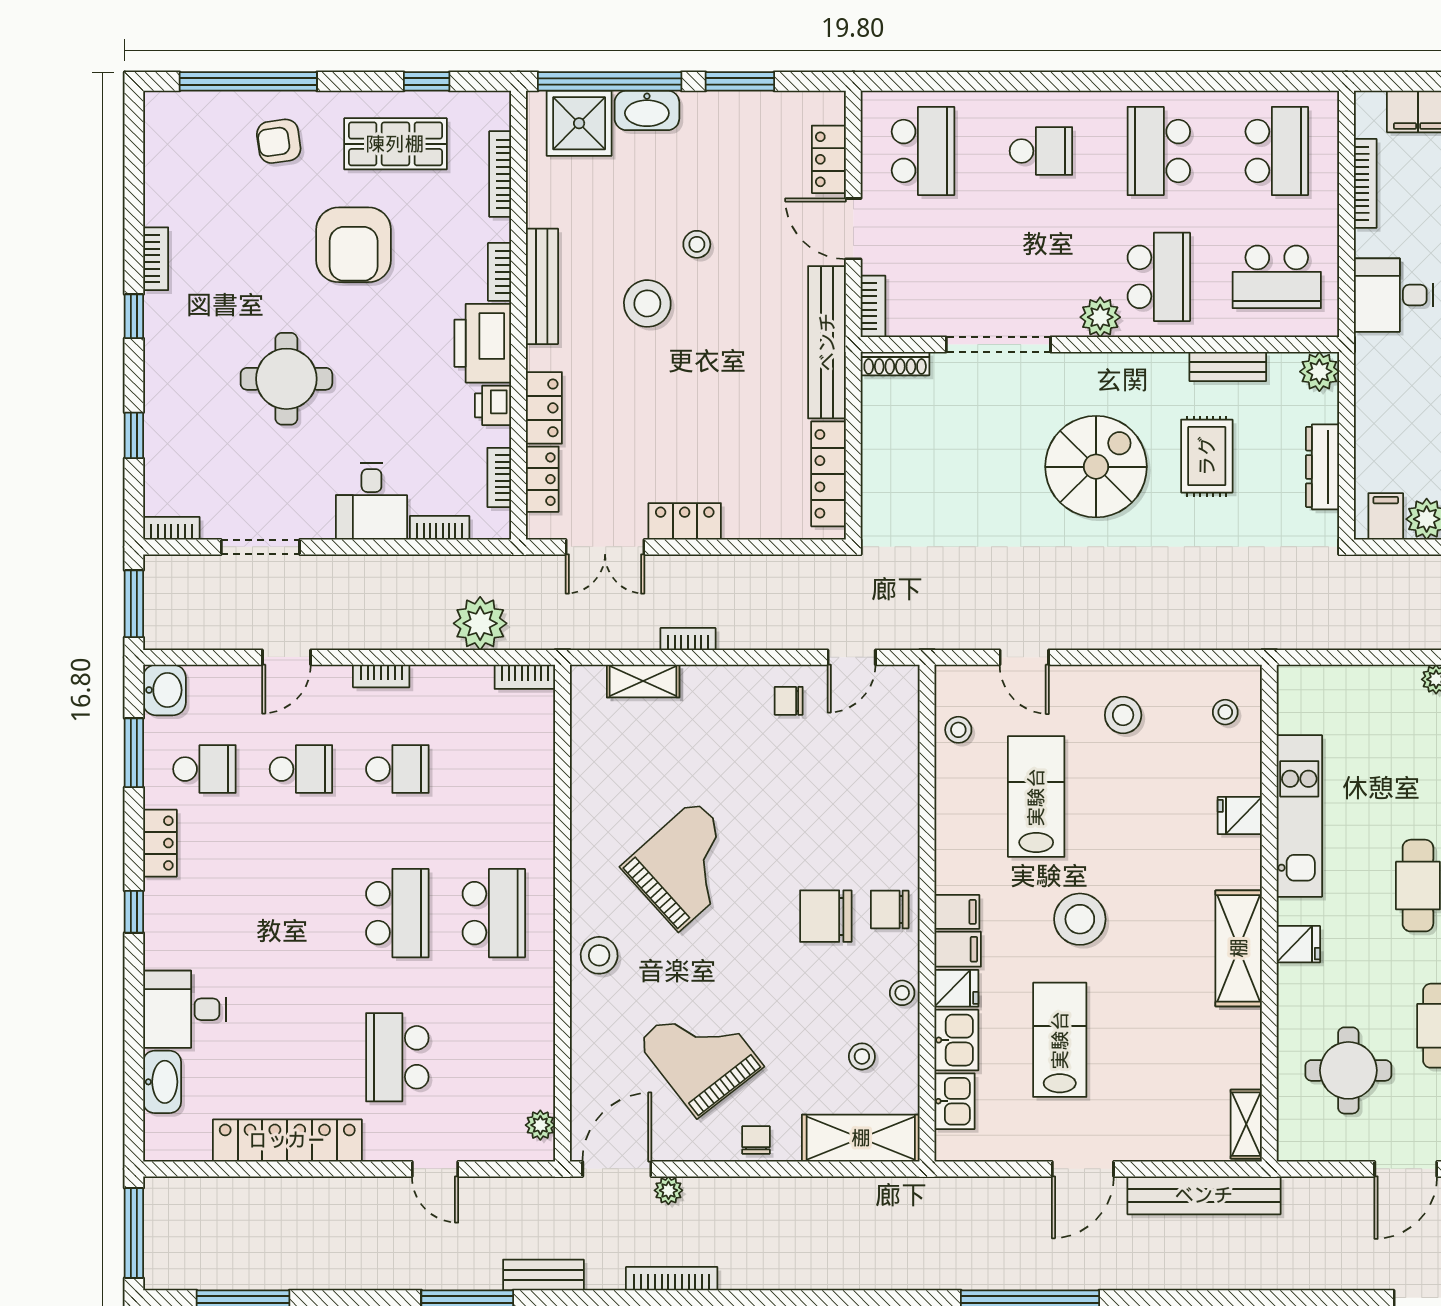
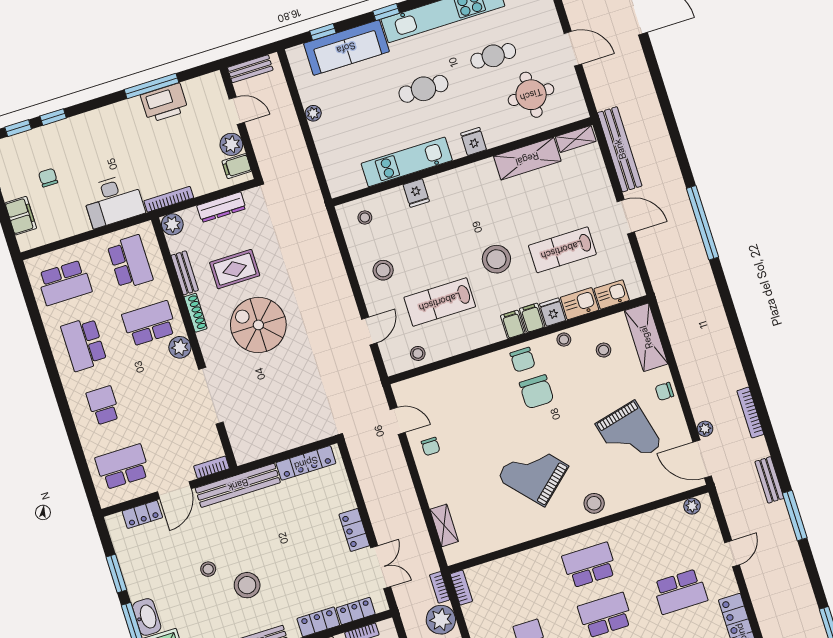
school desk: (1159, 151) -> (84, 344), turned 90
school desk: (1277, 151) -> (64, 283), turned 180
bookcase: (1365, 183) -> (169, 199), moved
desk: (1393, 295) -> (113, 201), width x1.37
shoe rack: (895, 364) -> (196, 313), moved
bookcase: (688, 639) -> (440, 587), moved
shelving: (1239, 948) -> (527, 159), moved
grand piano: (700, 1054) -> (629, 435), turned -66

